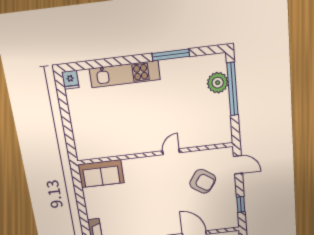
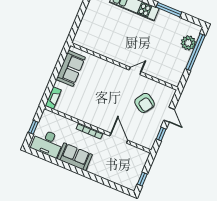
door: (238, 165) -> (169, 115), moved
sofa: (101, 174) -> (71, 68), moved, turned -90

